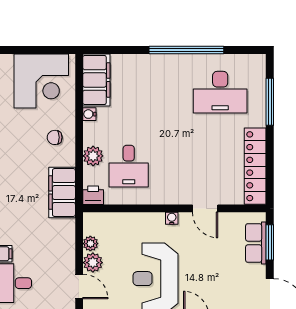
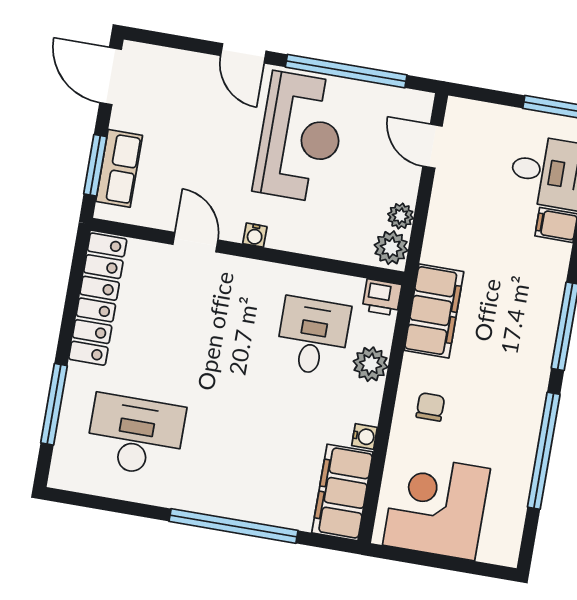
window: (186, 50) -> (233, 526), moved
chair: (55, 137) -> (430, 407), turned -90
plant: (93, 263) -> (391, 248), moved

